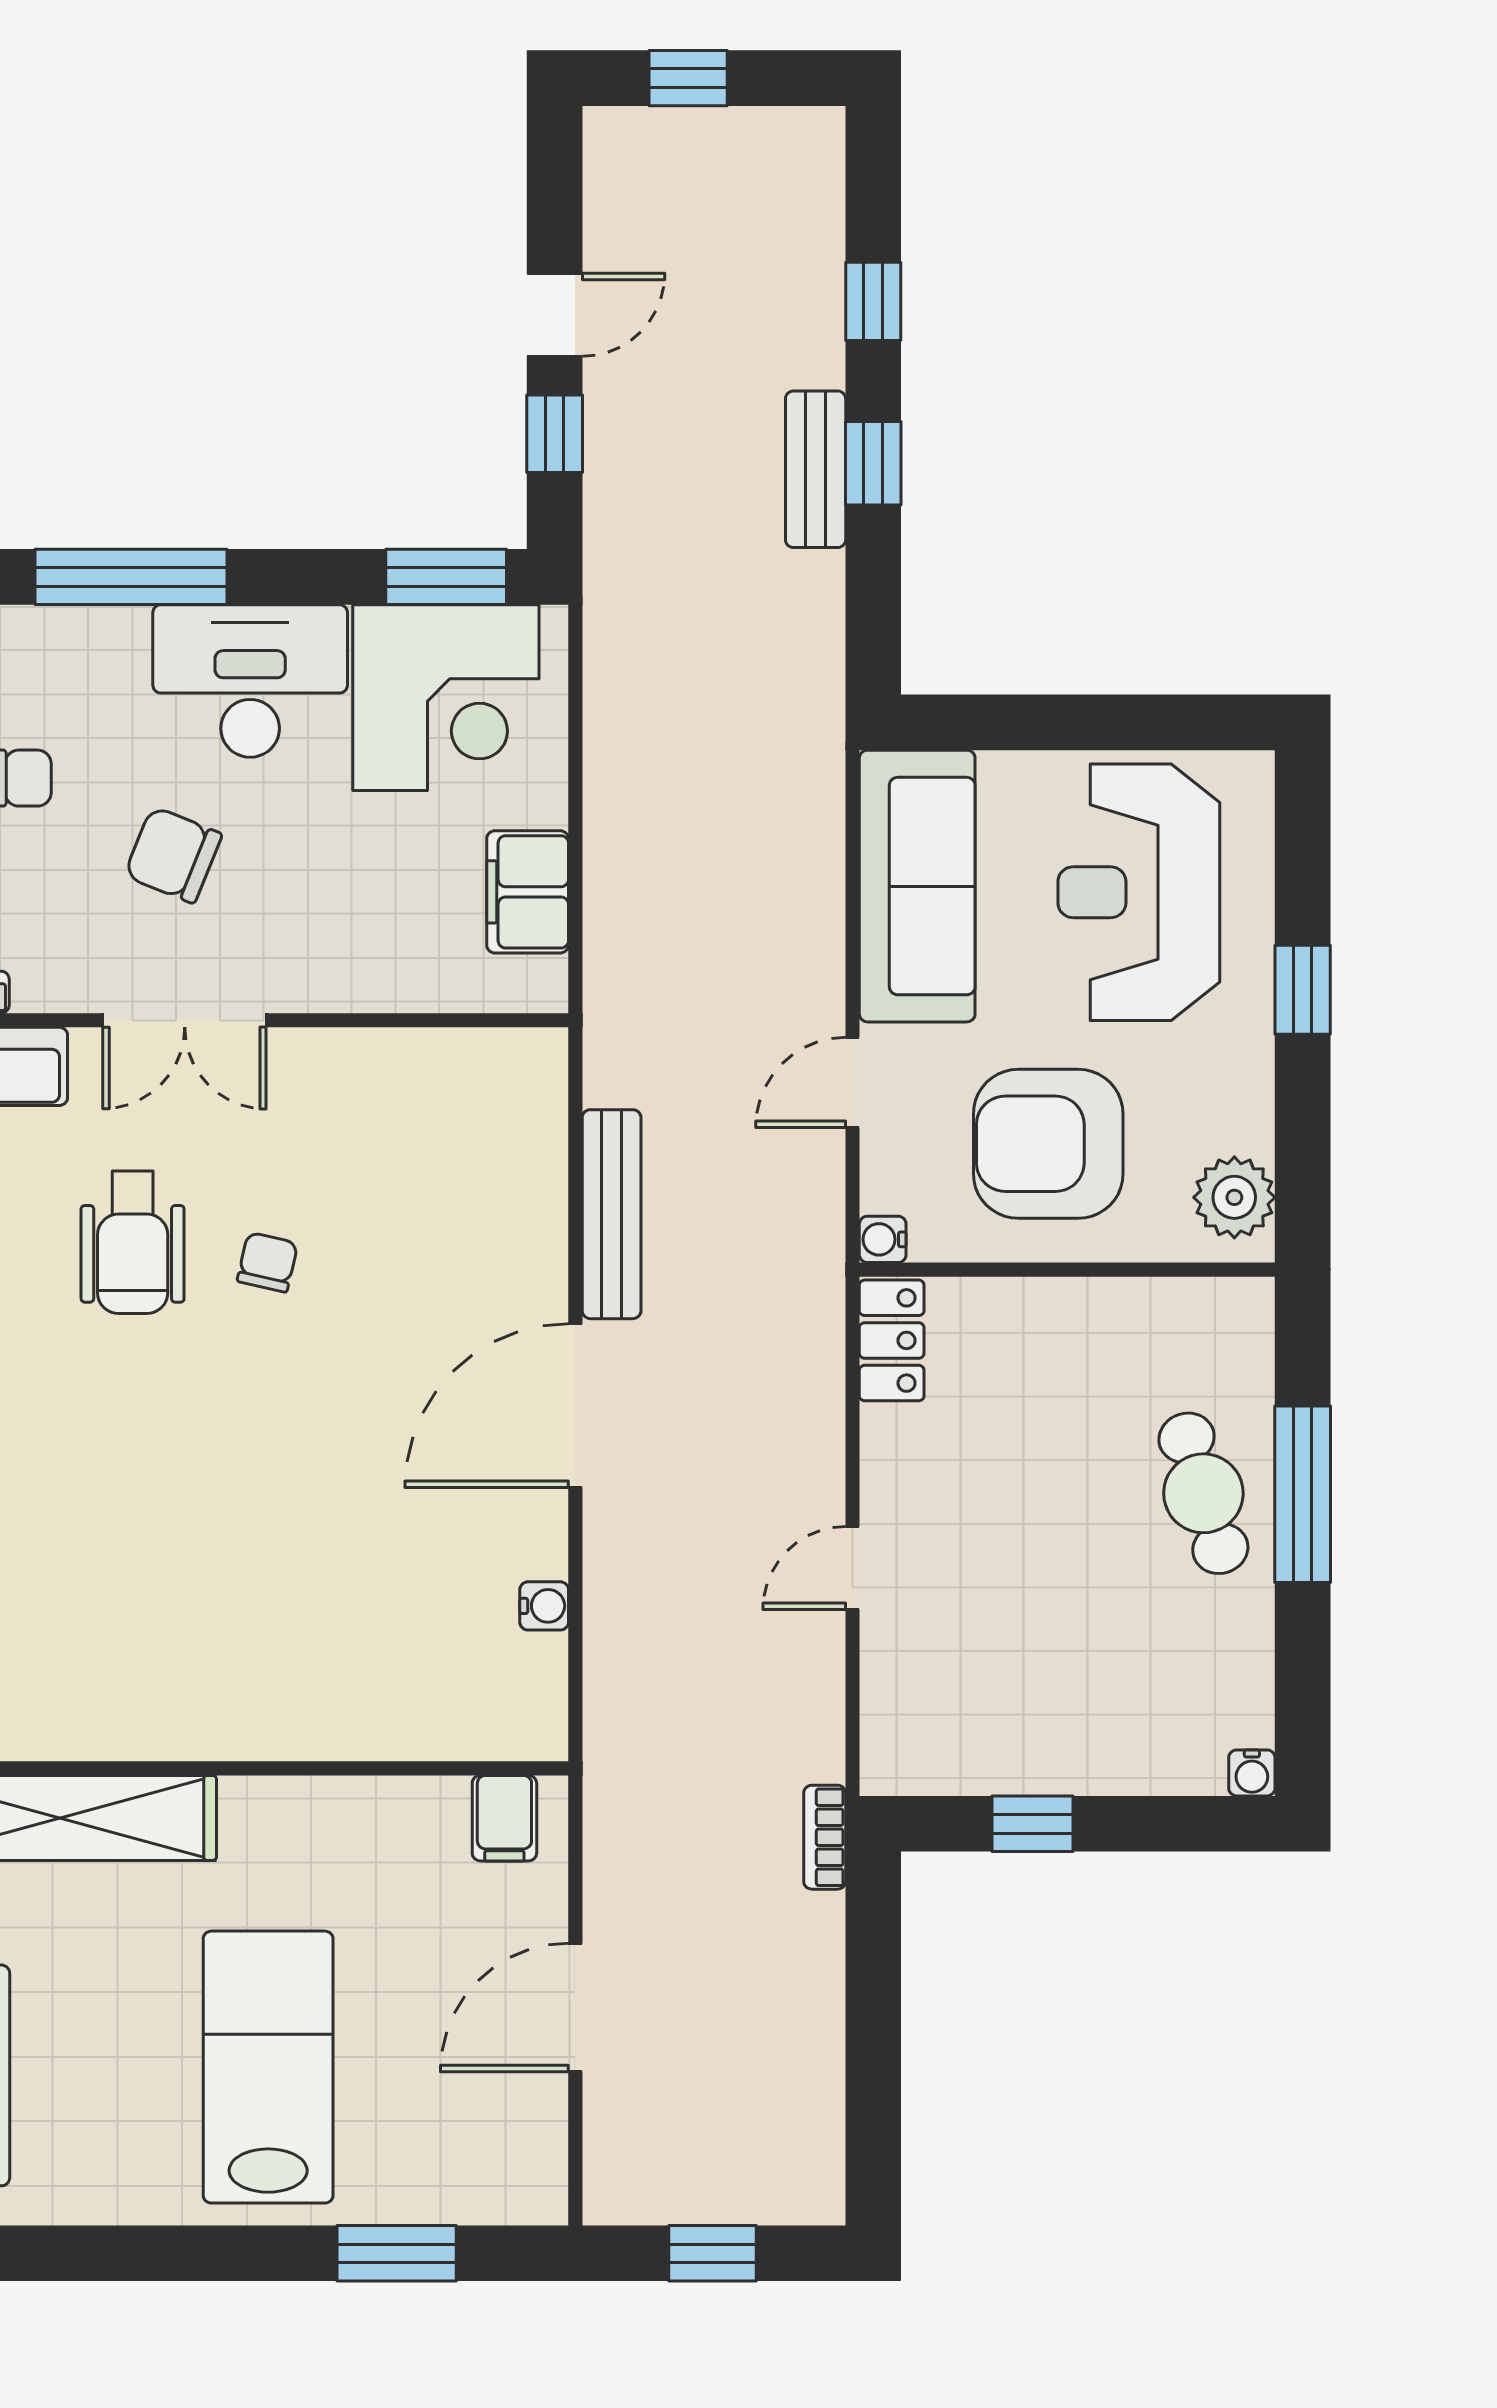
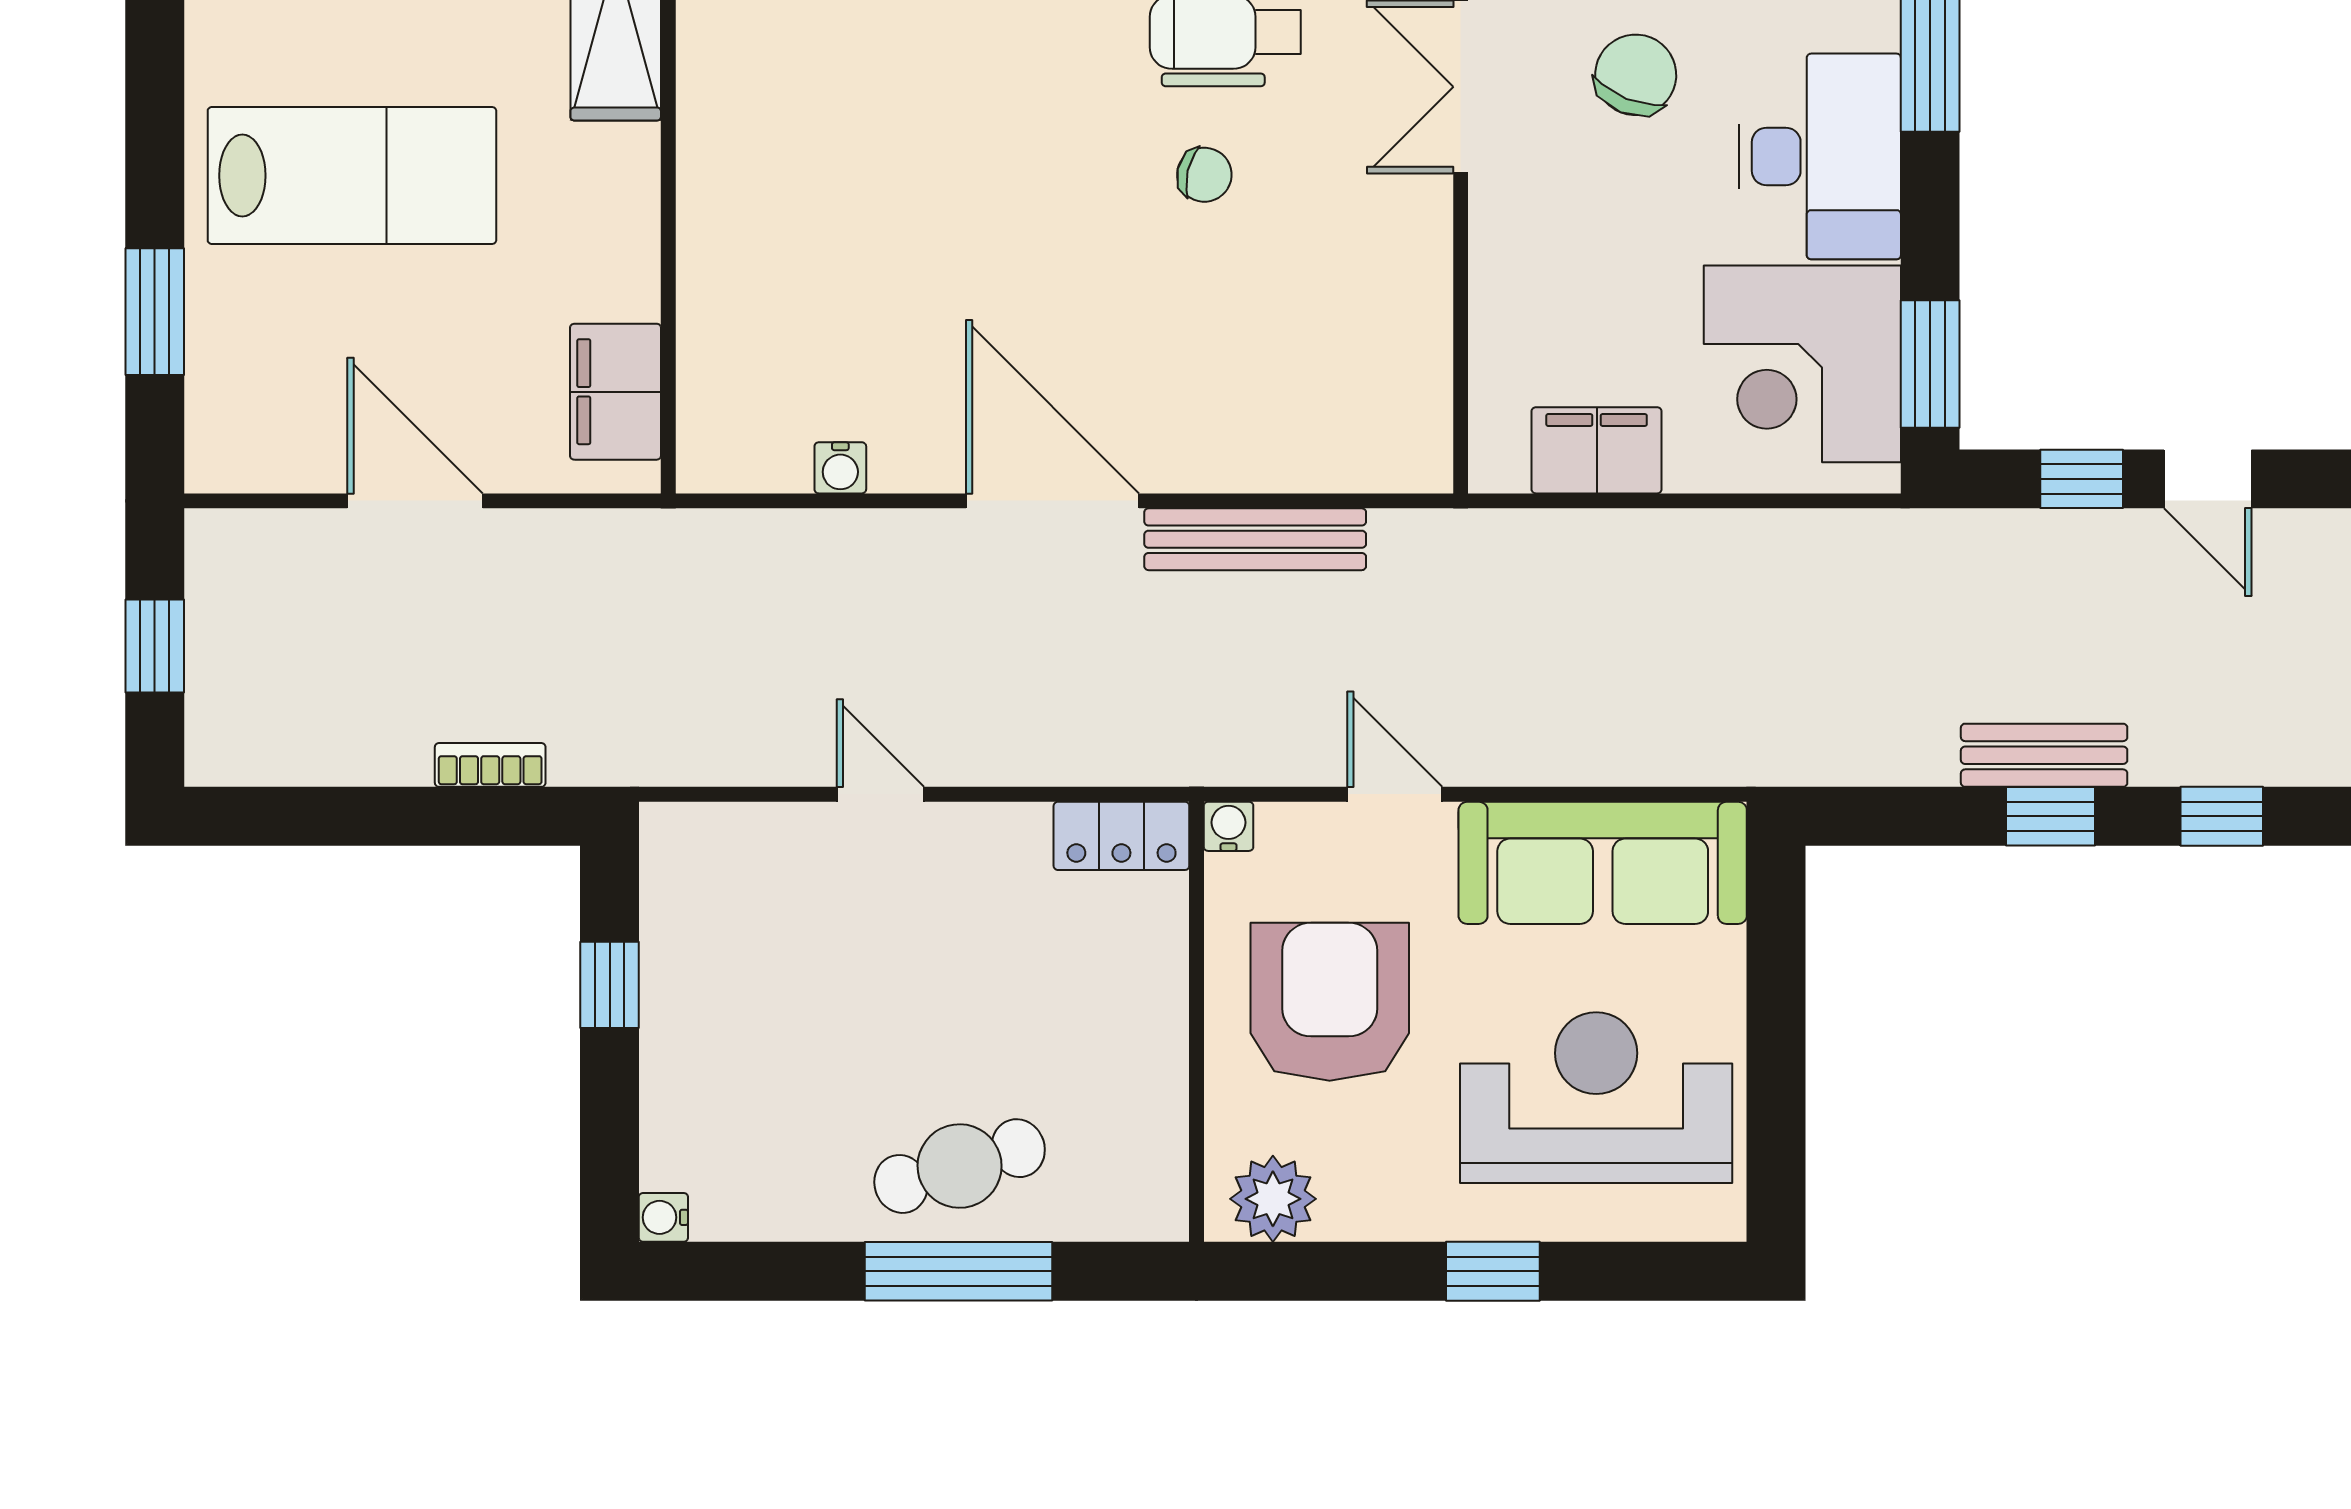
filing cabinet: (504, 1818) -> (616, 392), width x2.00
bookcase: (825, 1837) -> (490, 765), moved

